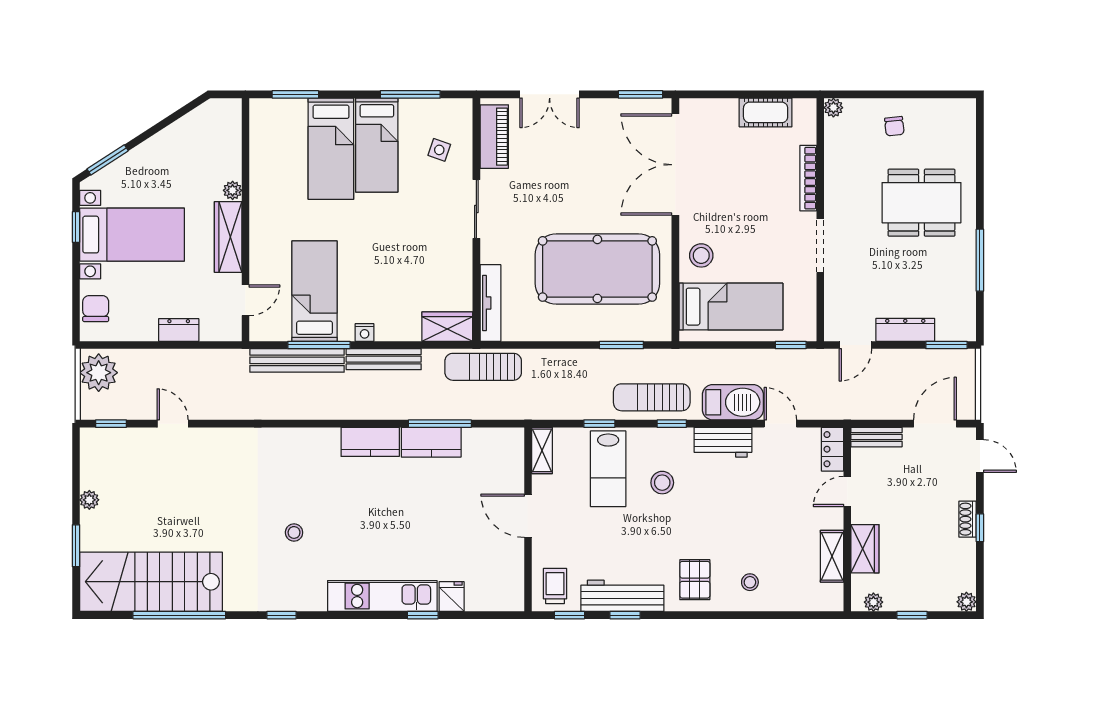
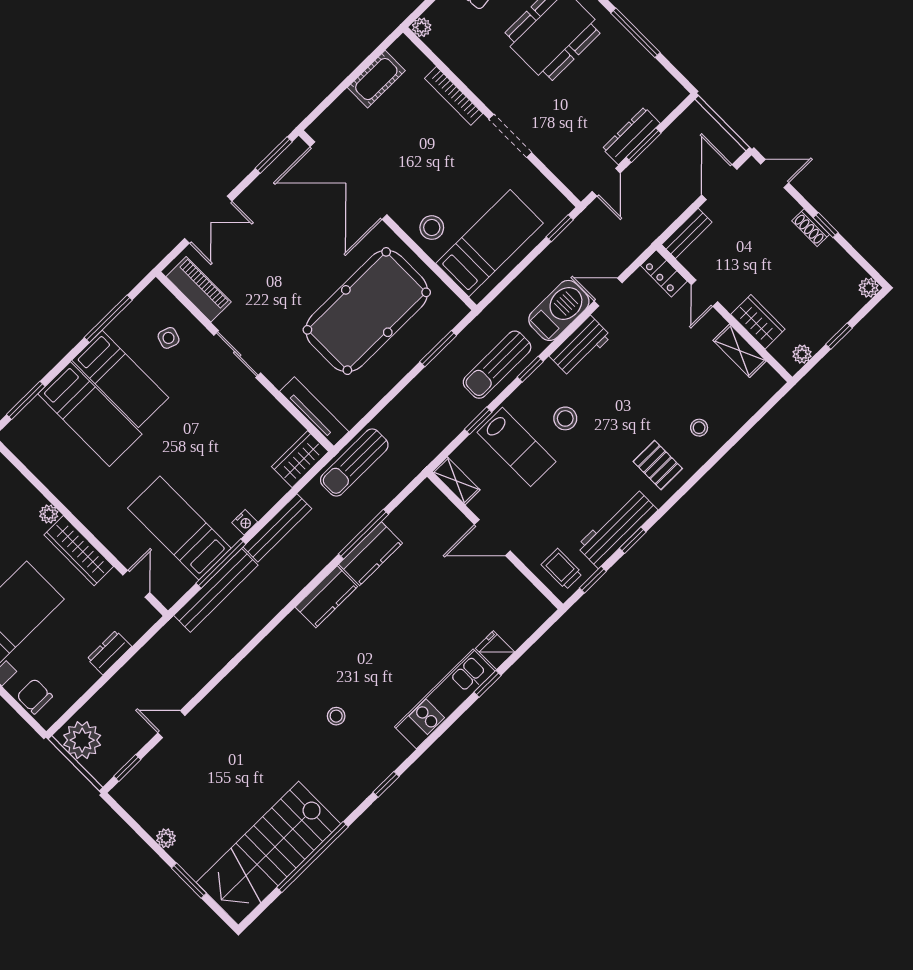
window: (946, 345) -> (644, 145), moved

